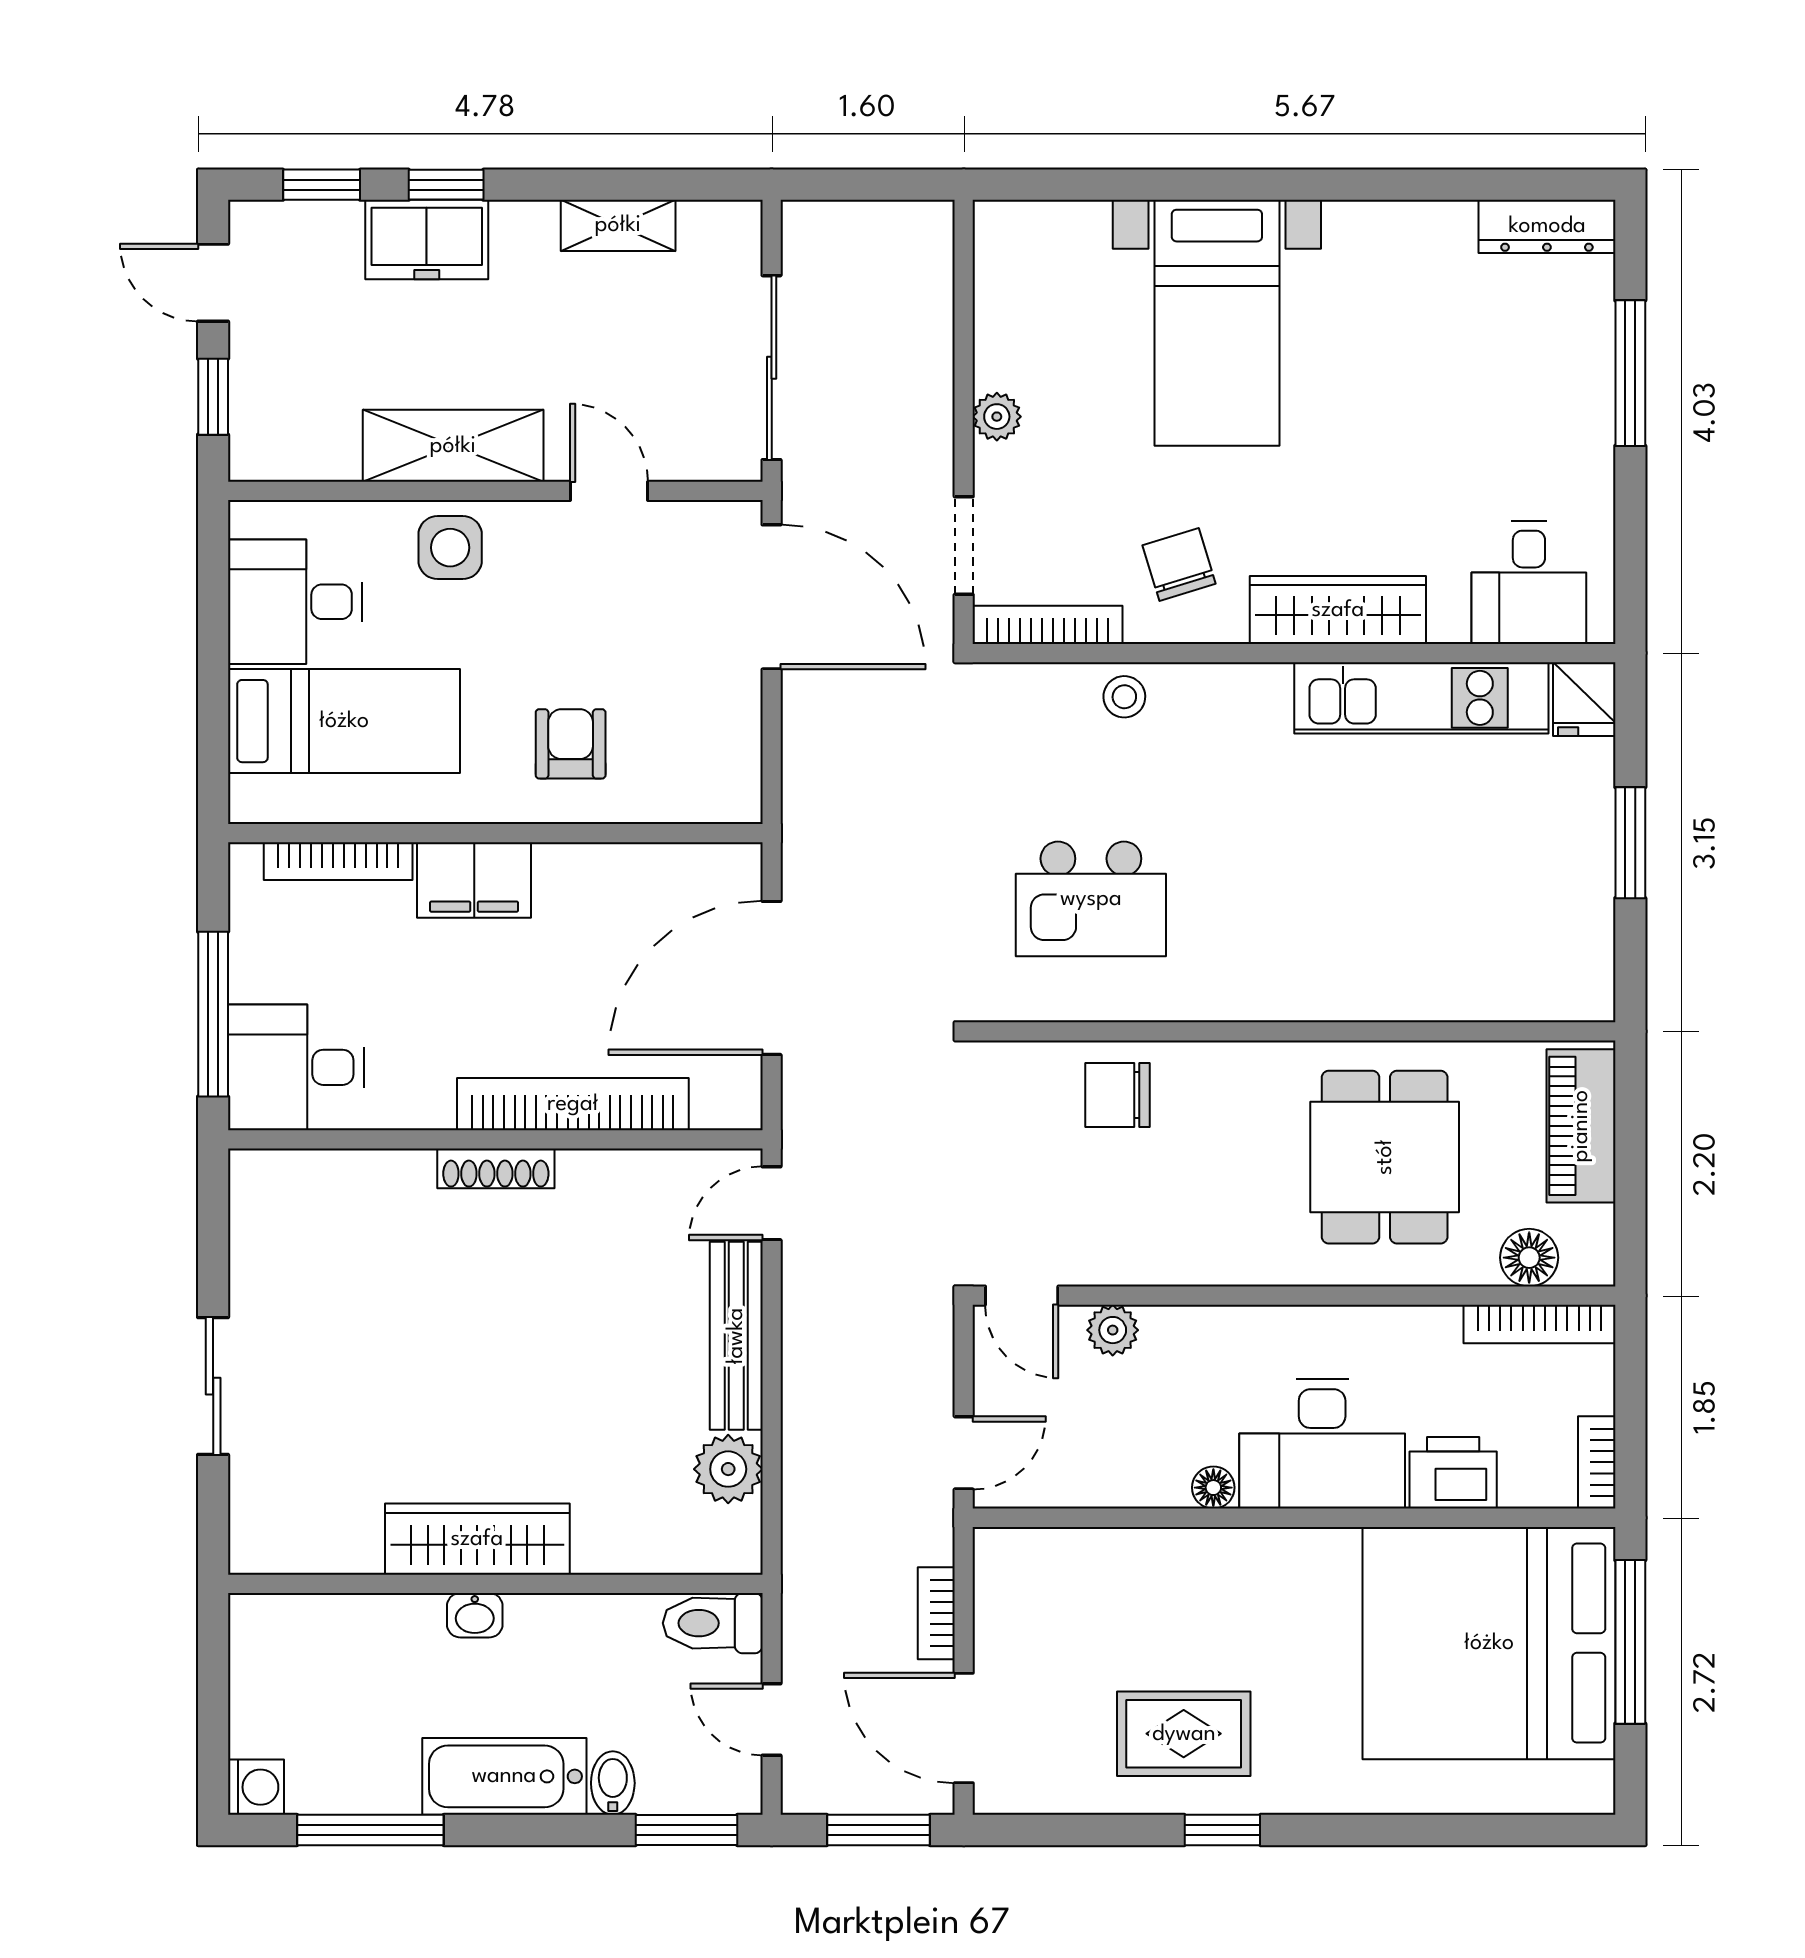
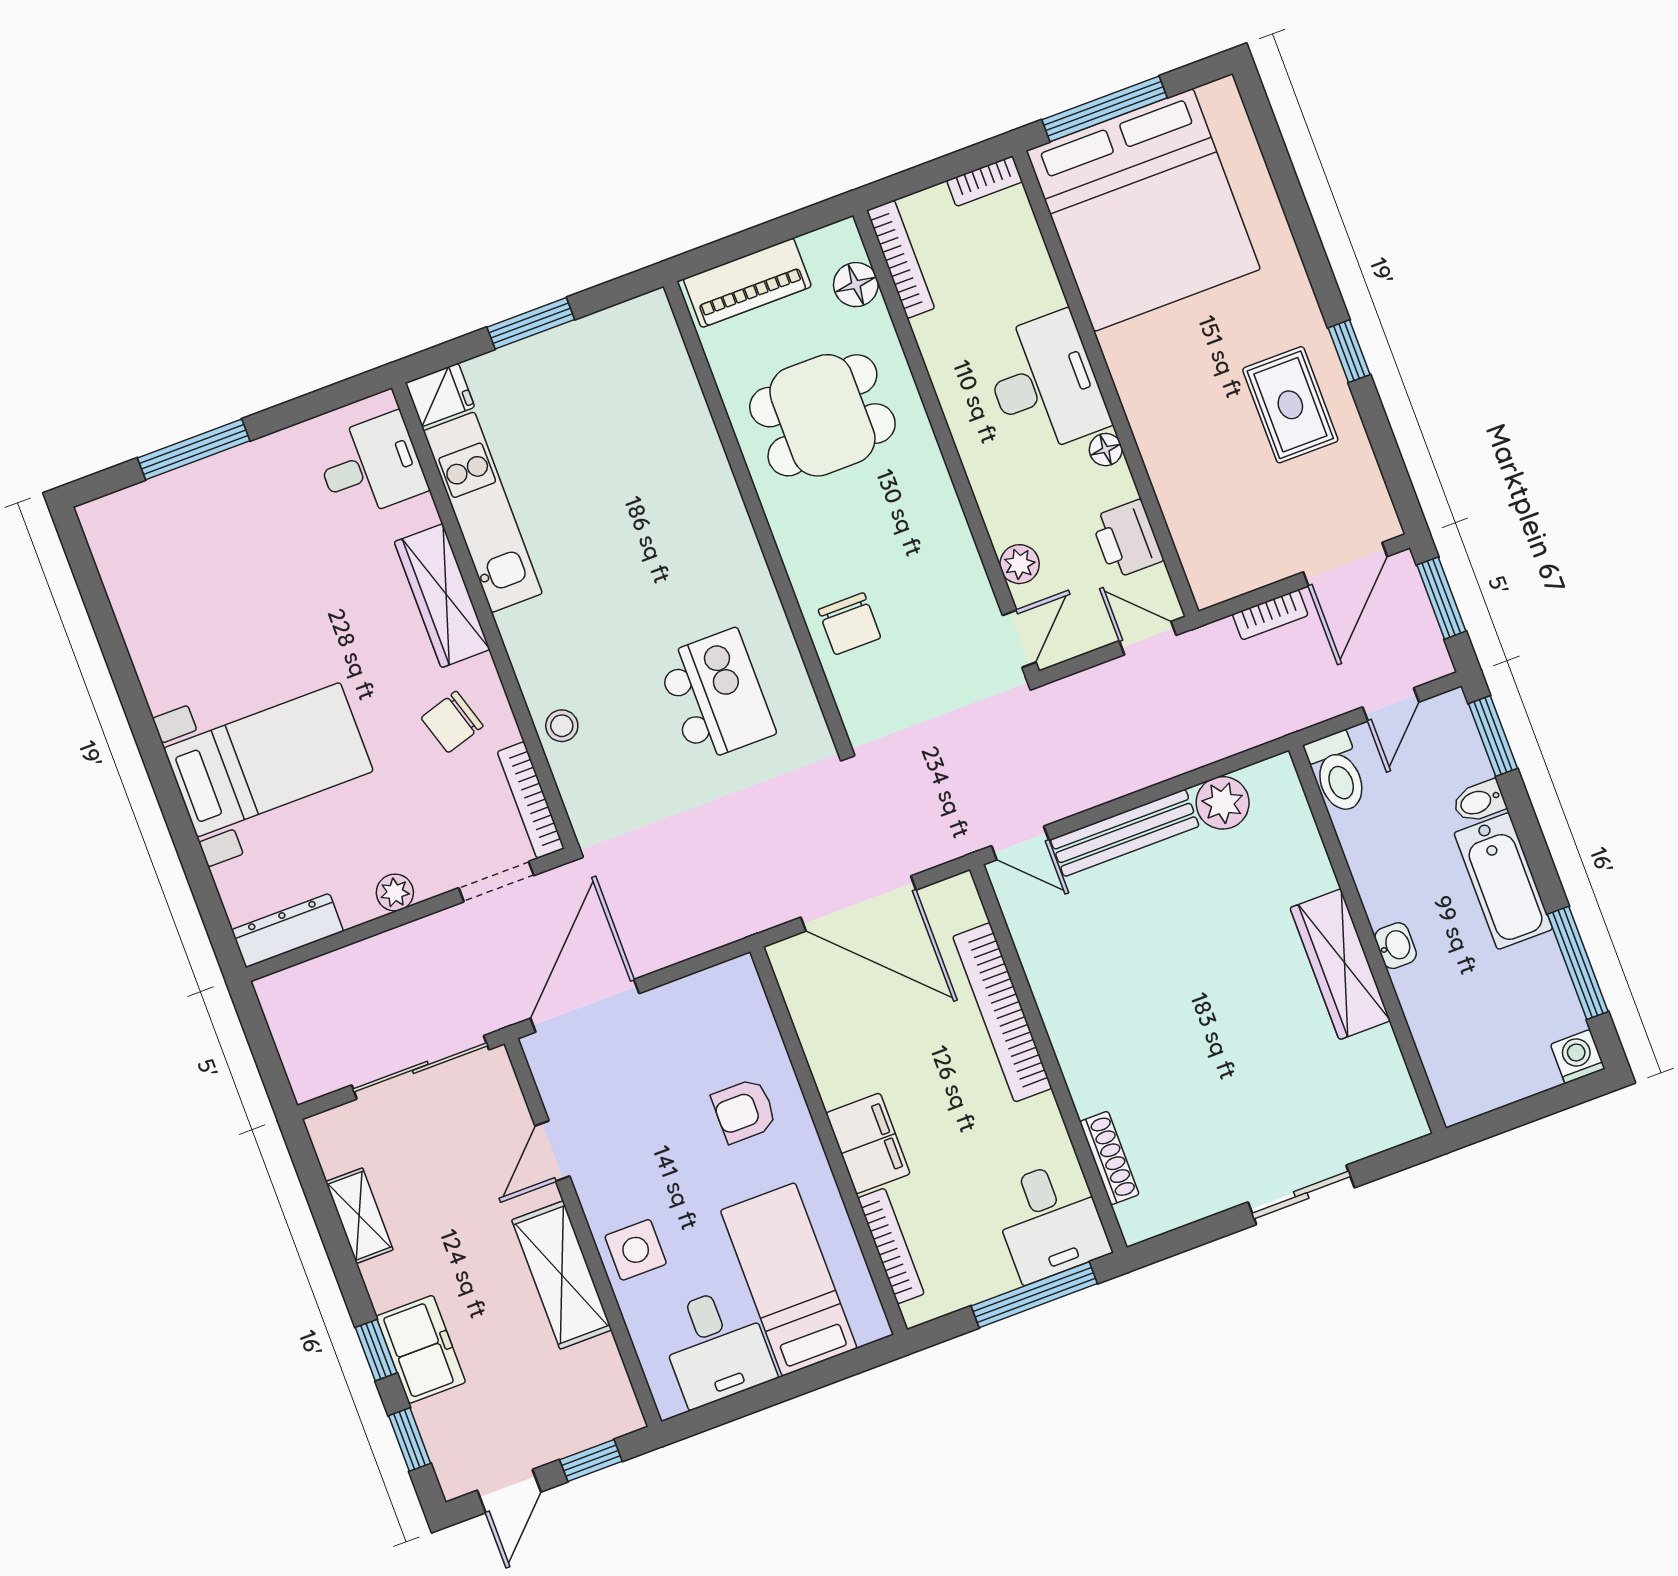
dresser: (1547, 226) -> (287, 931), moved, turned -90
shoe rack: (496, 1168) -> (1109, 1158), moved
printer: (1453, 1473) -> (1127, 539), moved

